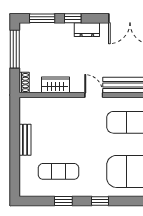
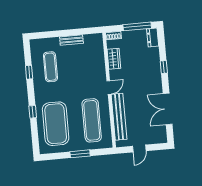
window: (42, 18) -> (162, 44), removed
dresser: (87, 30) -> (153, 38), moved
window: (100, 201) -> (33, 112), moved

